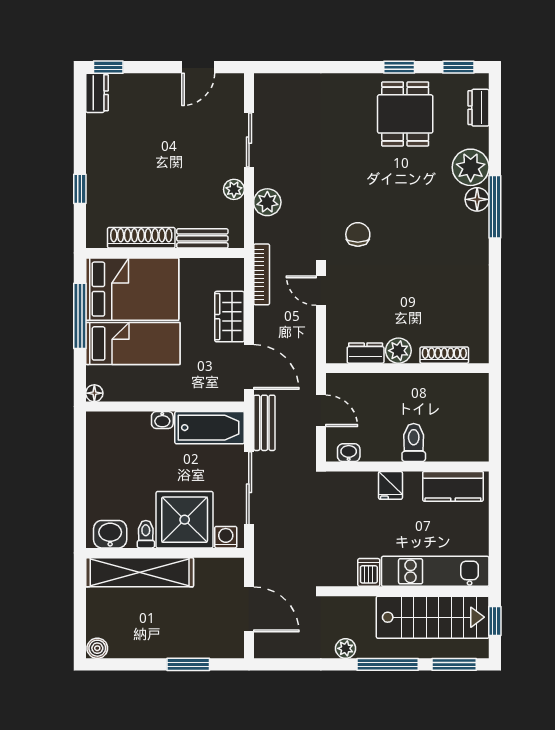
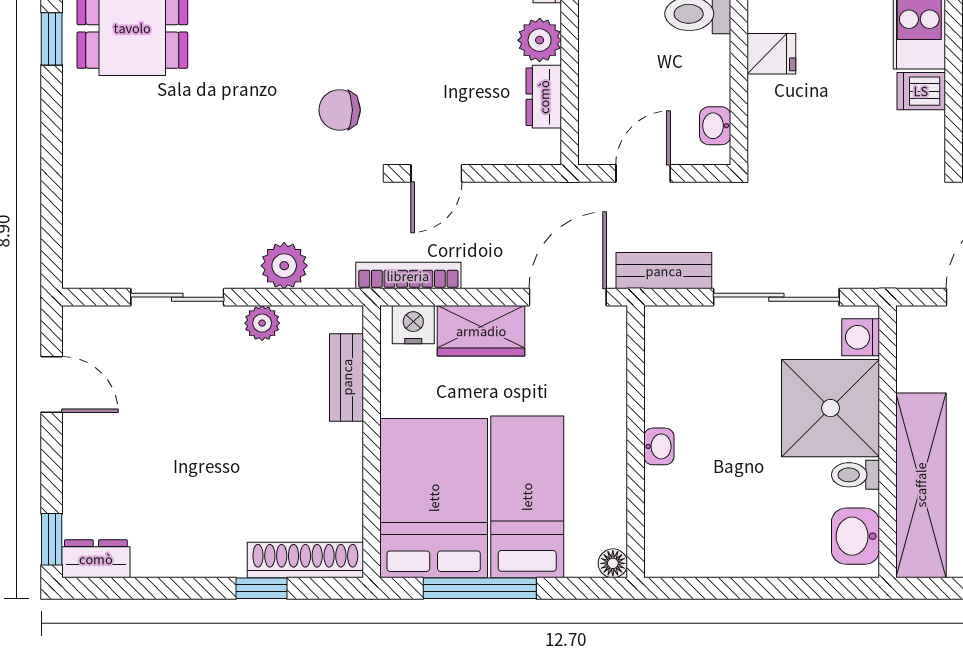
shoe rack: (141, 238) -> (305, 560), moved, turned 90
nightstand: (233, 277) -> (413, 325), added
bathtub: (210, 428) -> (672, 365), removed

